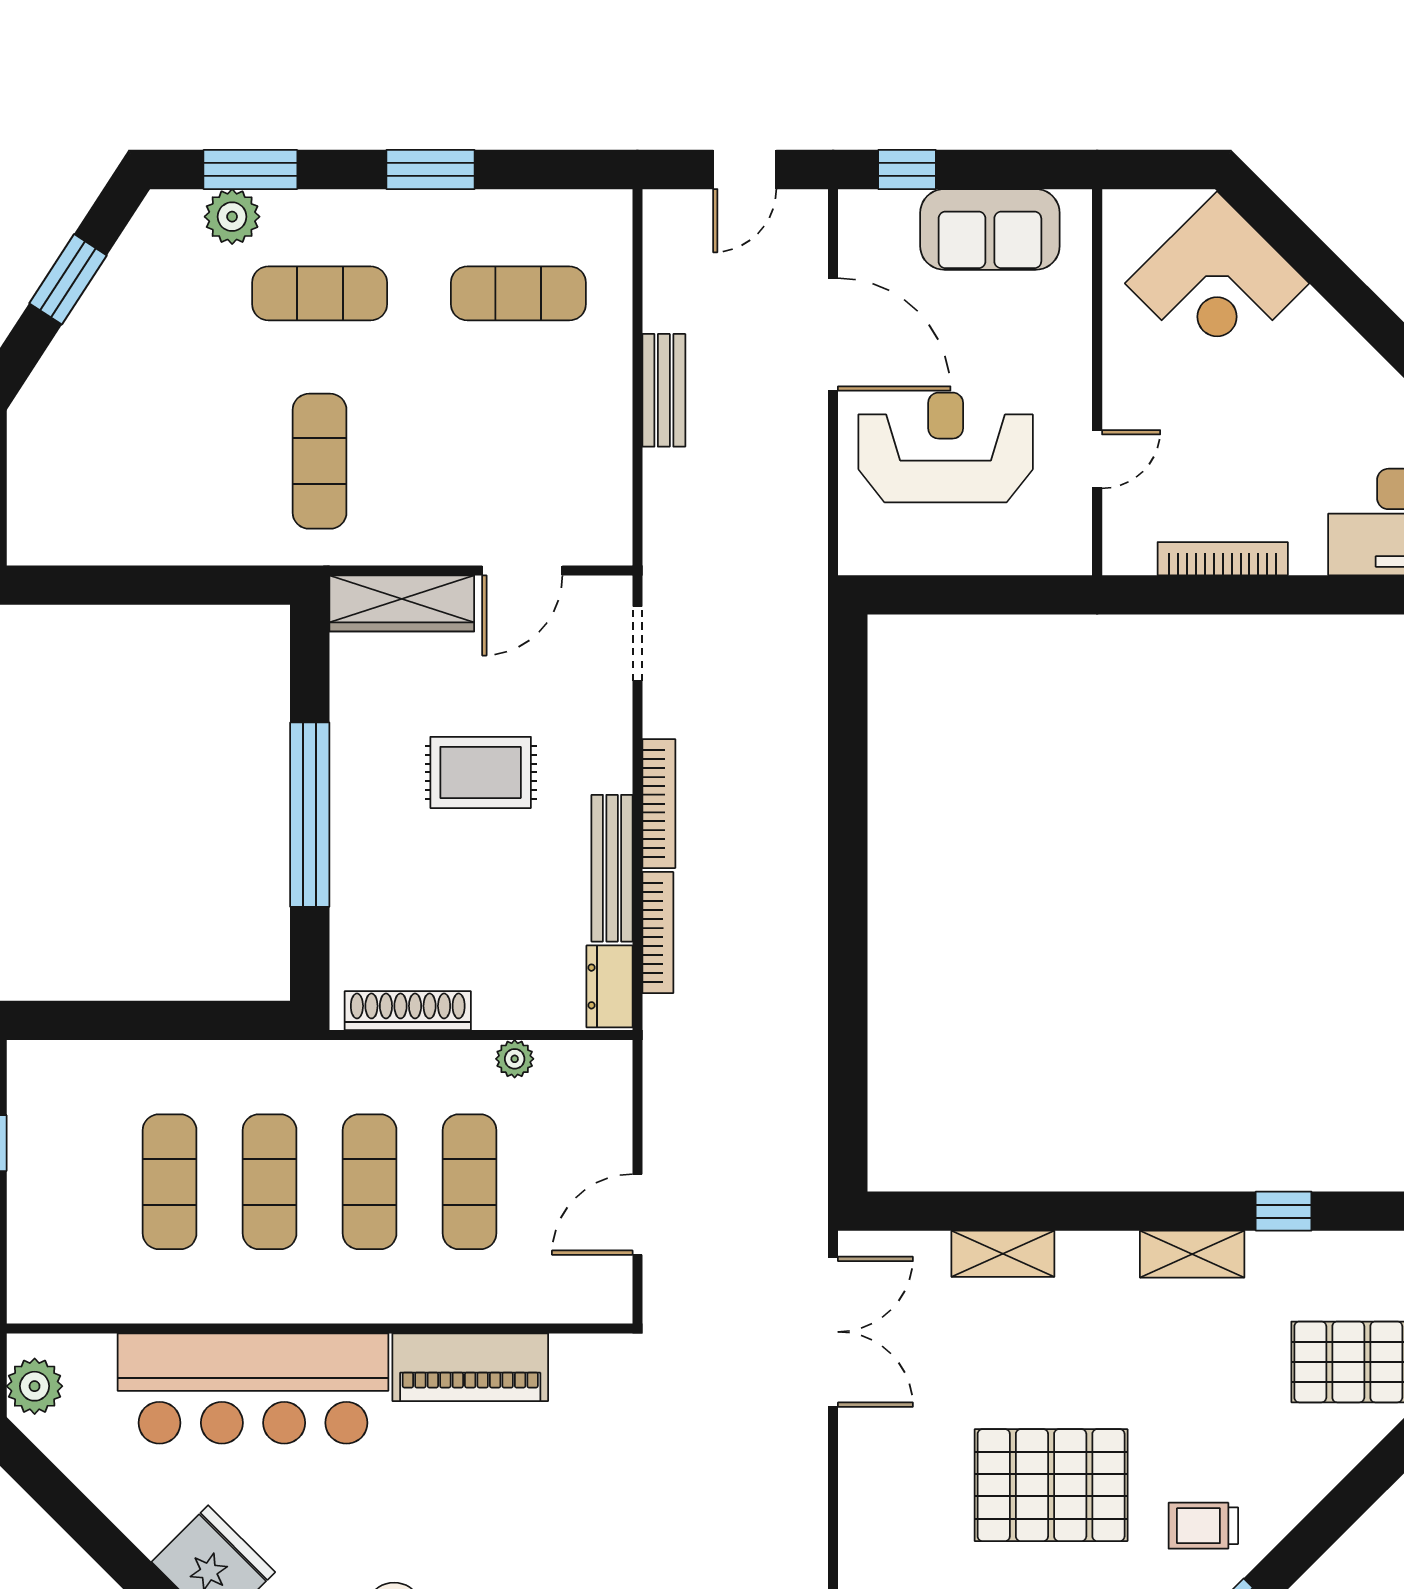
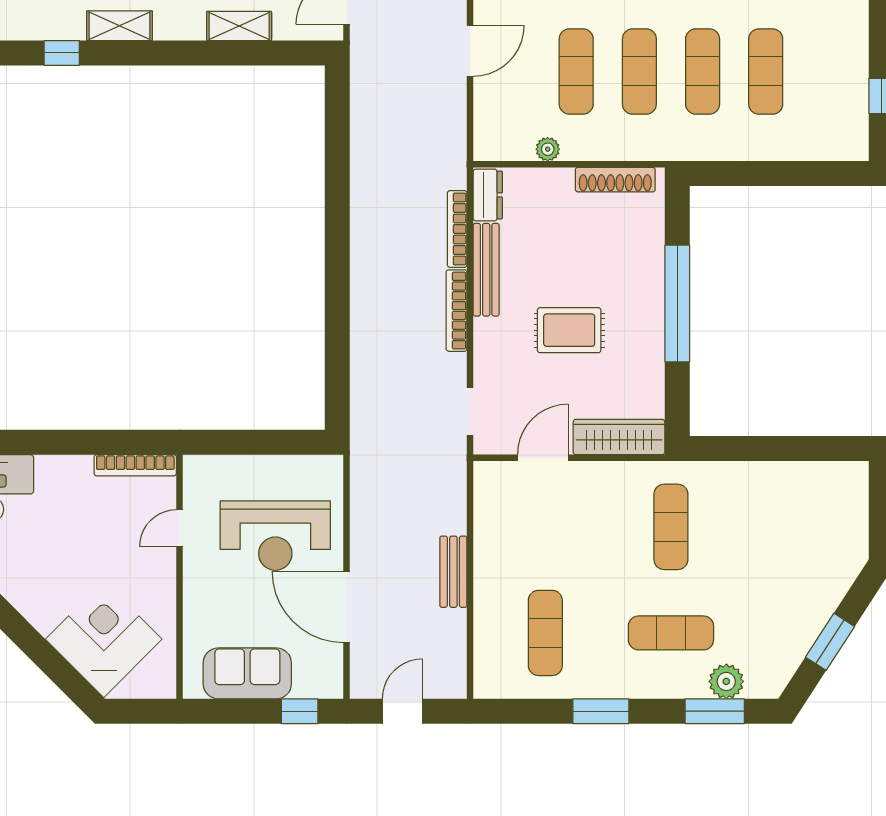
exercise mat: (518, 293) -> (545, 633), turned 90
bookcase: (1223, 559) -> (135, 465), moved

